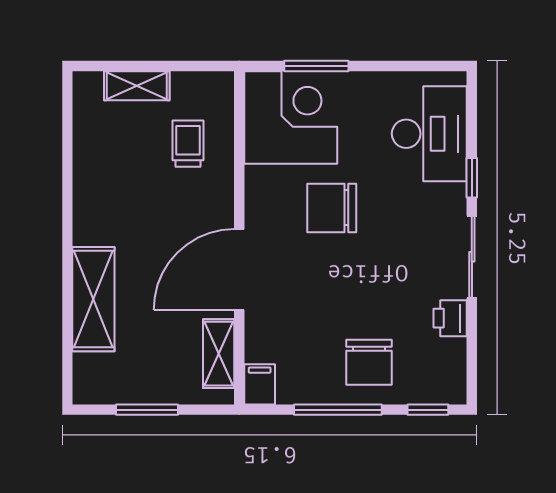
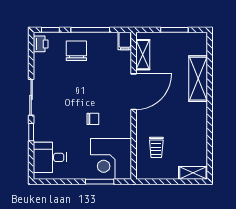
shelving: (137, 86) -> (193, 173), moved
desk: (429, 134) -> (50, 157), width x0.73
chair: (332, 208) -> (93, 119), width x0.54, depth x0.54
printer: (450, 318) -> (41, 44), moved

